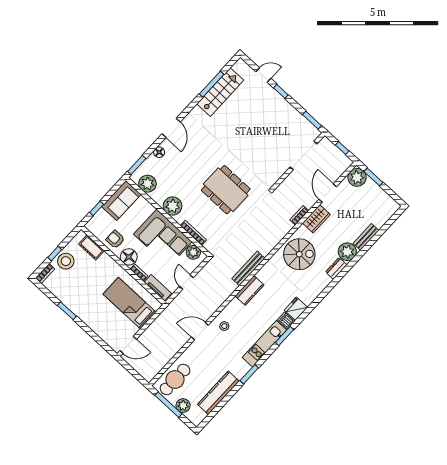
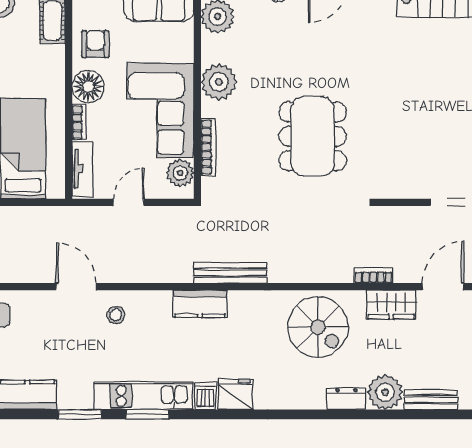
window: (285, 336) -> (147, 414), moved

